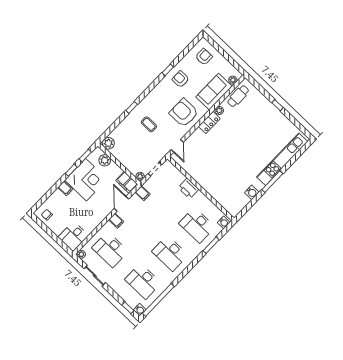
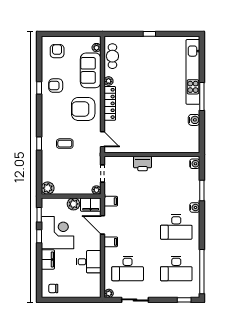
locker: (209, 122) -> (110, 103), width x1.53
plant: (105, 160) -> (73, 204), moved
filing cabinet: (65, 188) -> (48, 259), width x2.00
desk: (197, 225) -> (176, 185), removed
desk: (73, 236) -> (89, 262), moved, turned -90
water cooler: (140, 310) -> (195, 208), moved

